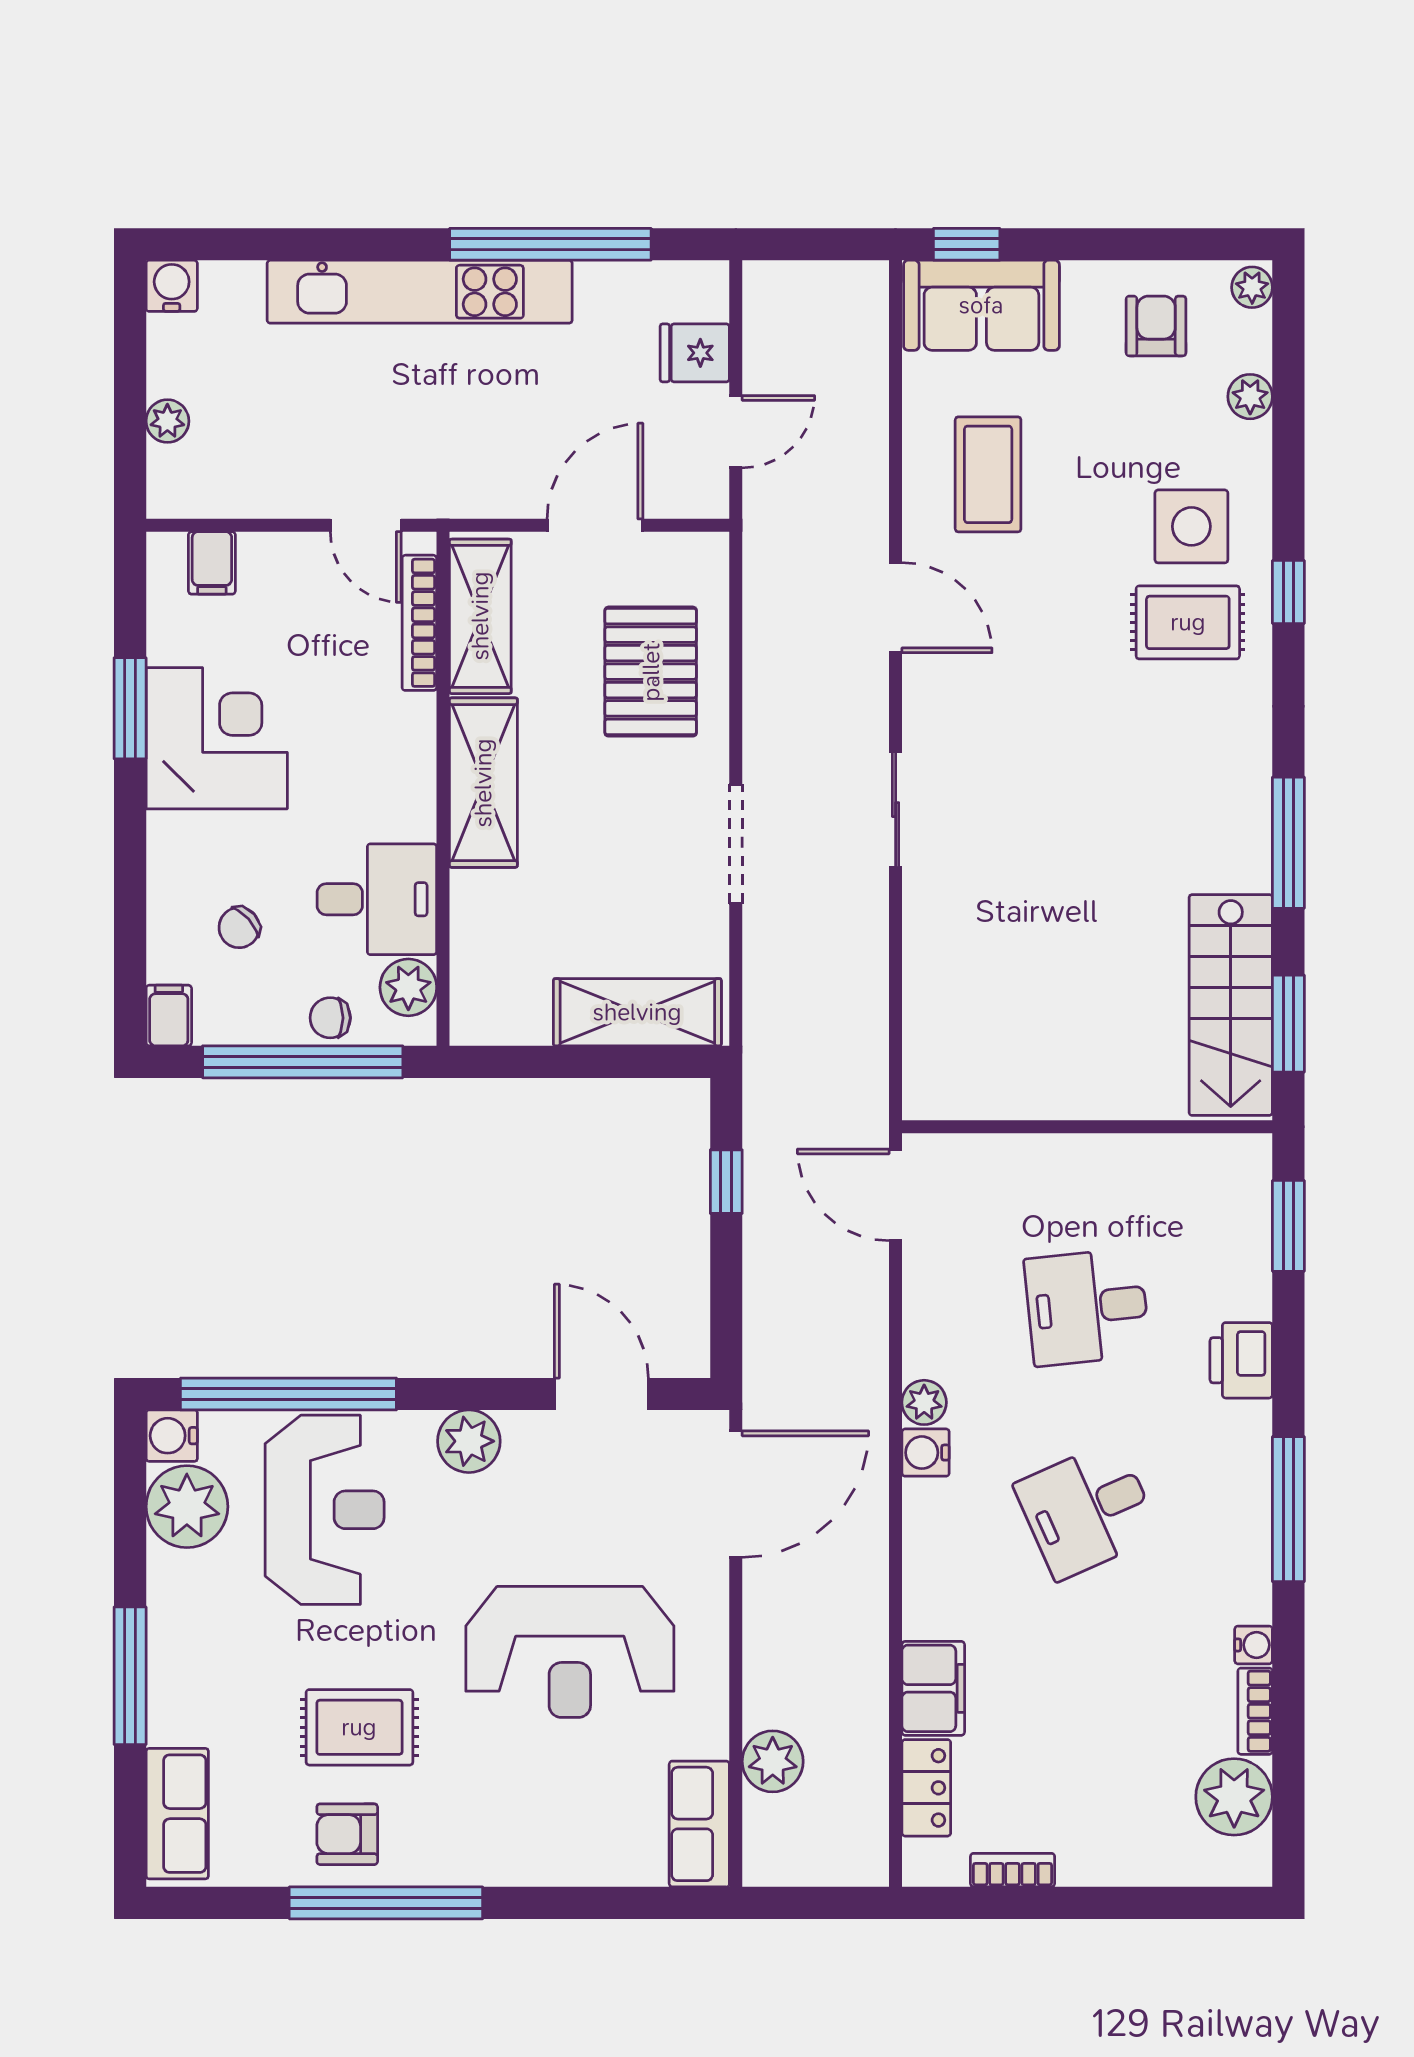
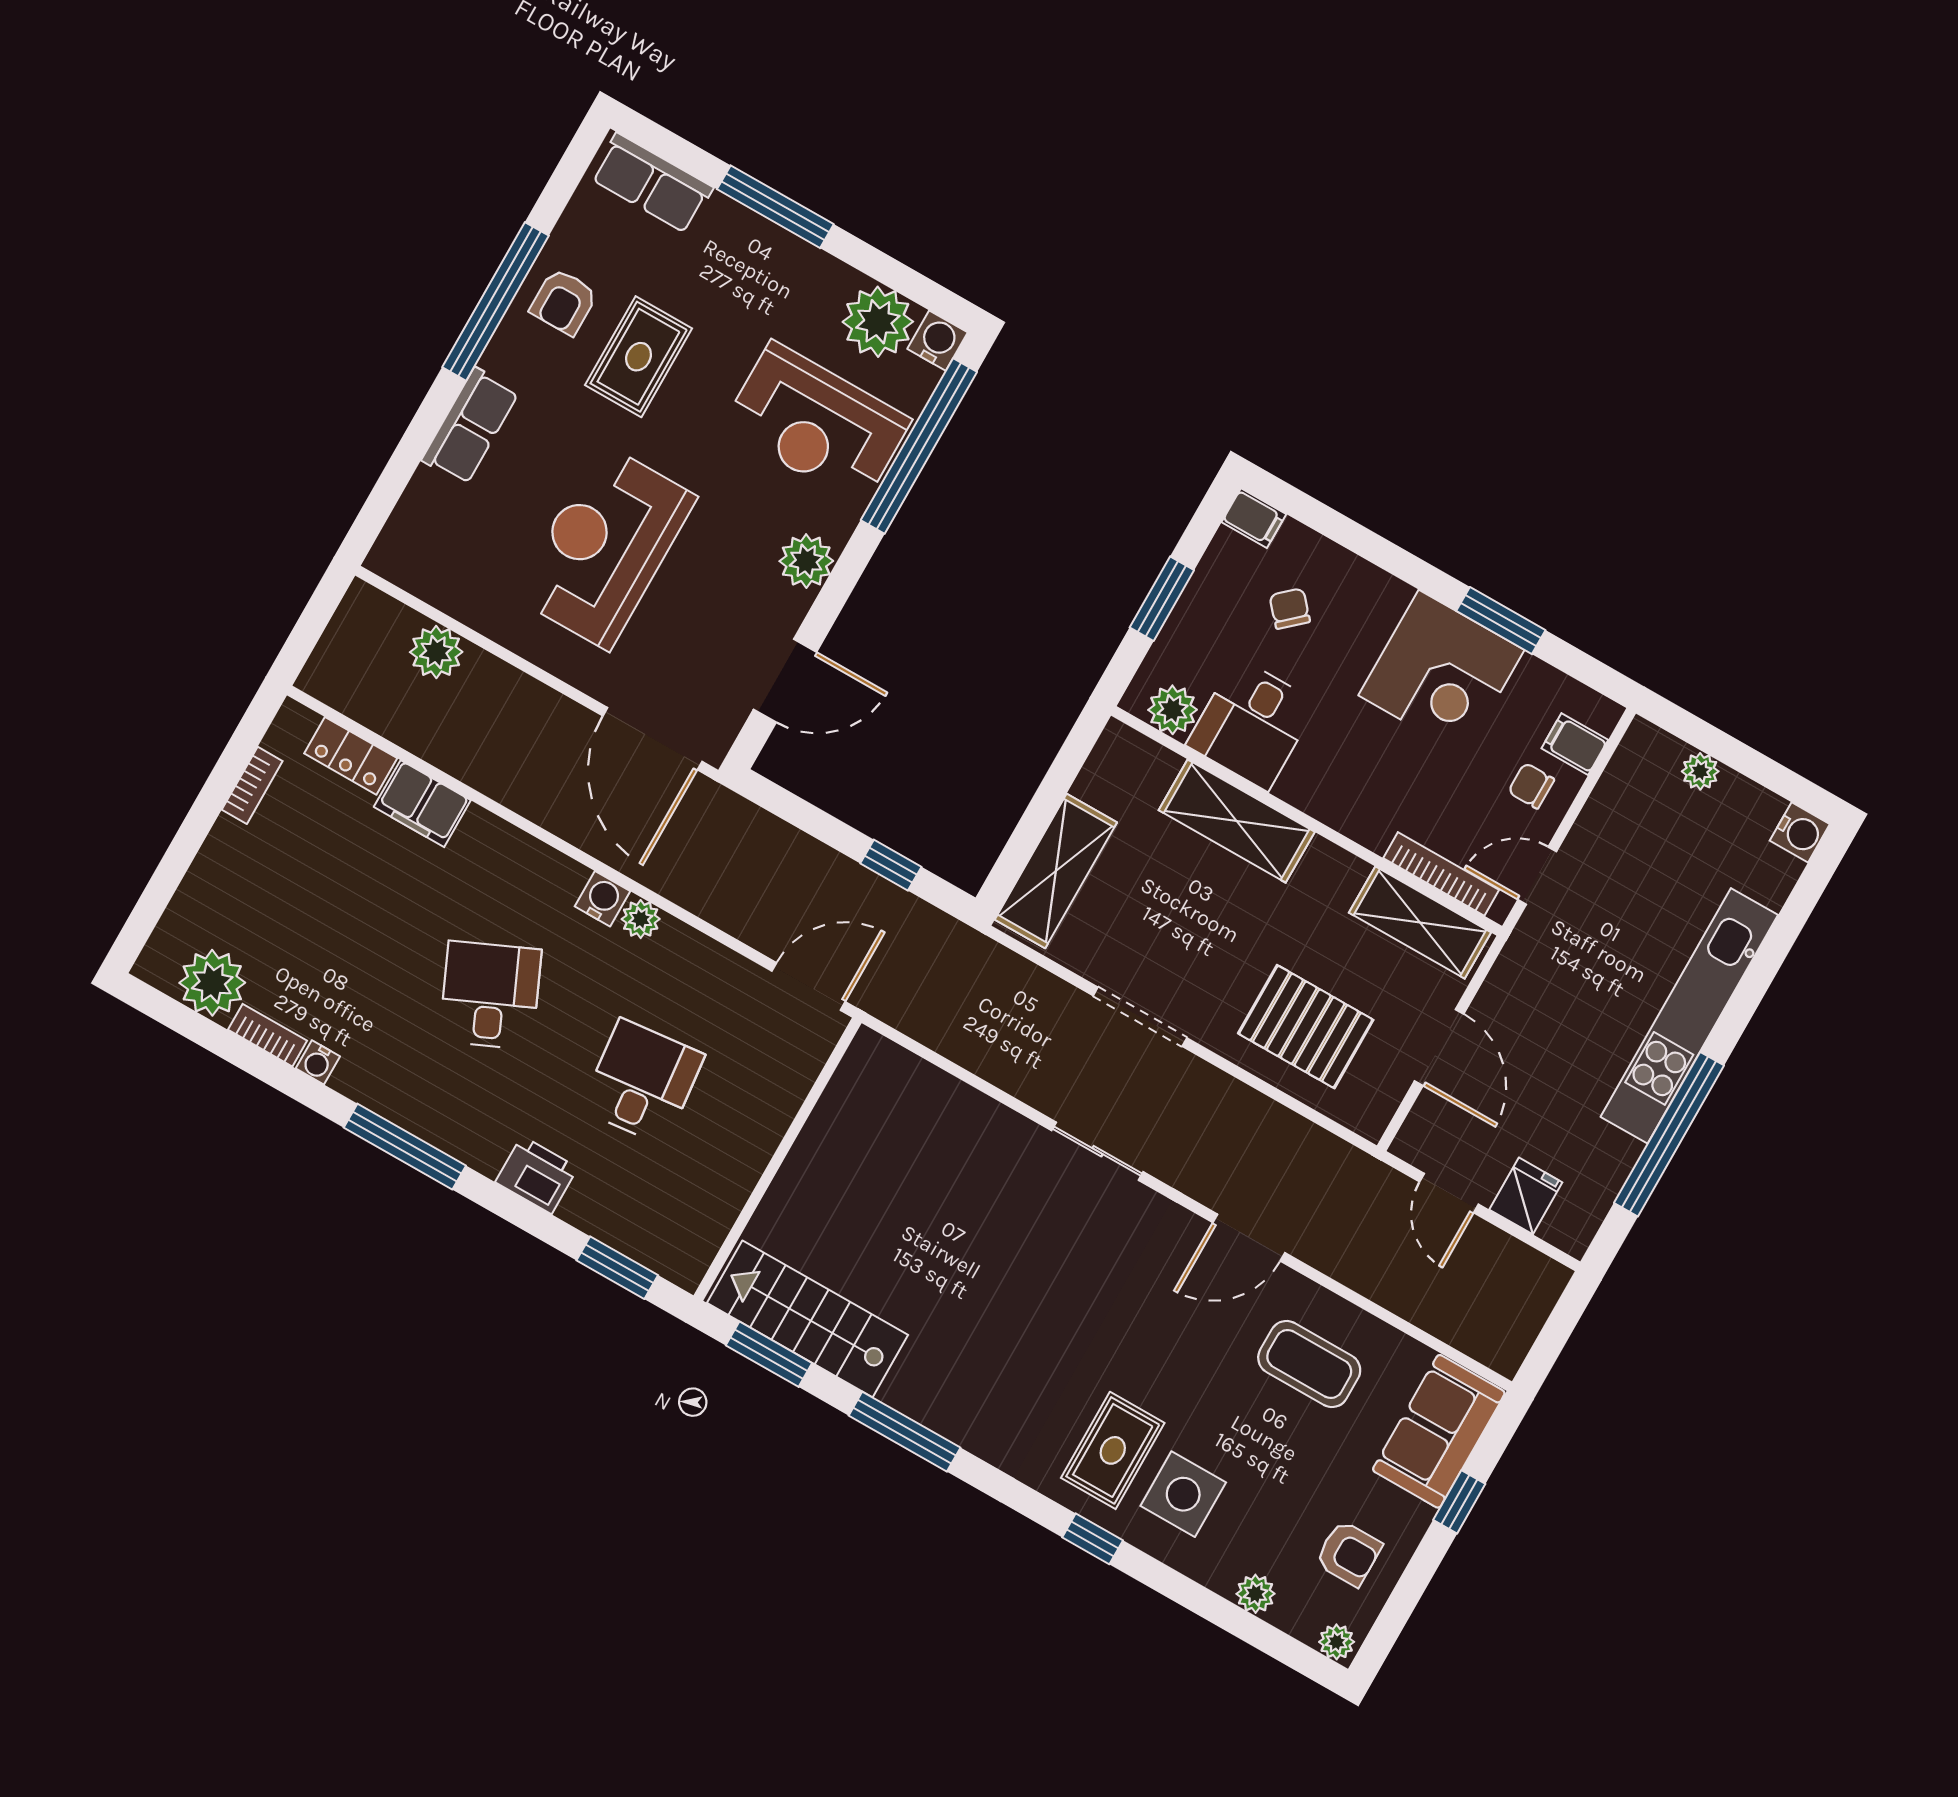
window: (967, 244) -> (1459, 1502), moved
shelving: (483, 783) -> (1237, 821), moved
chair: (330, 1018) -> (1531, 786), moved, turned -90
window: (303, 1062) -> (1162, 599), width x0.47
row of seats: (699, 1824) -> (470, 426), moved, turned 90
armchair: (347, 1834) -> (564, 302), turned 180

